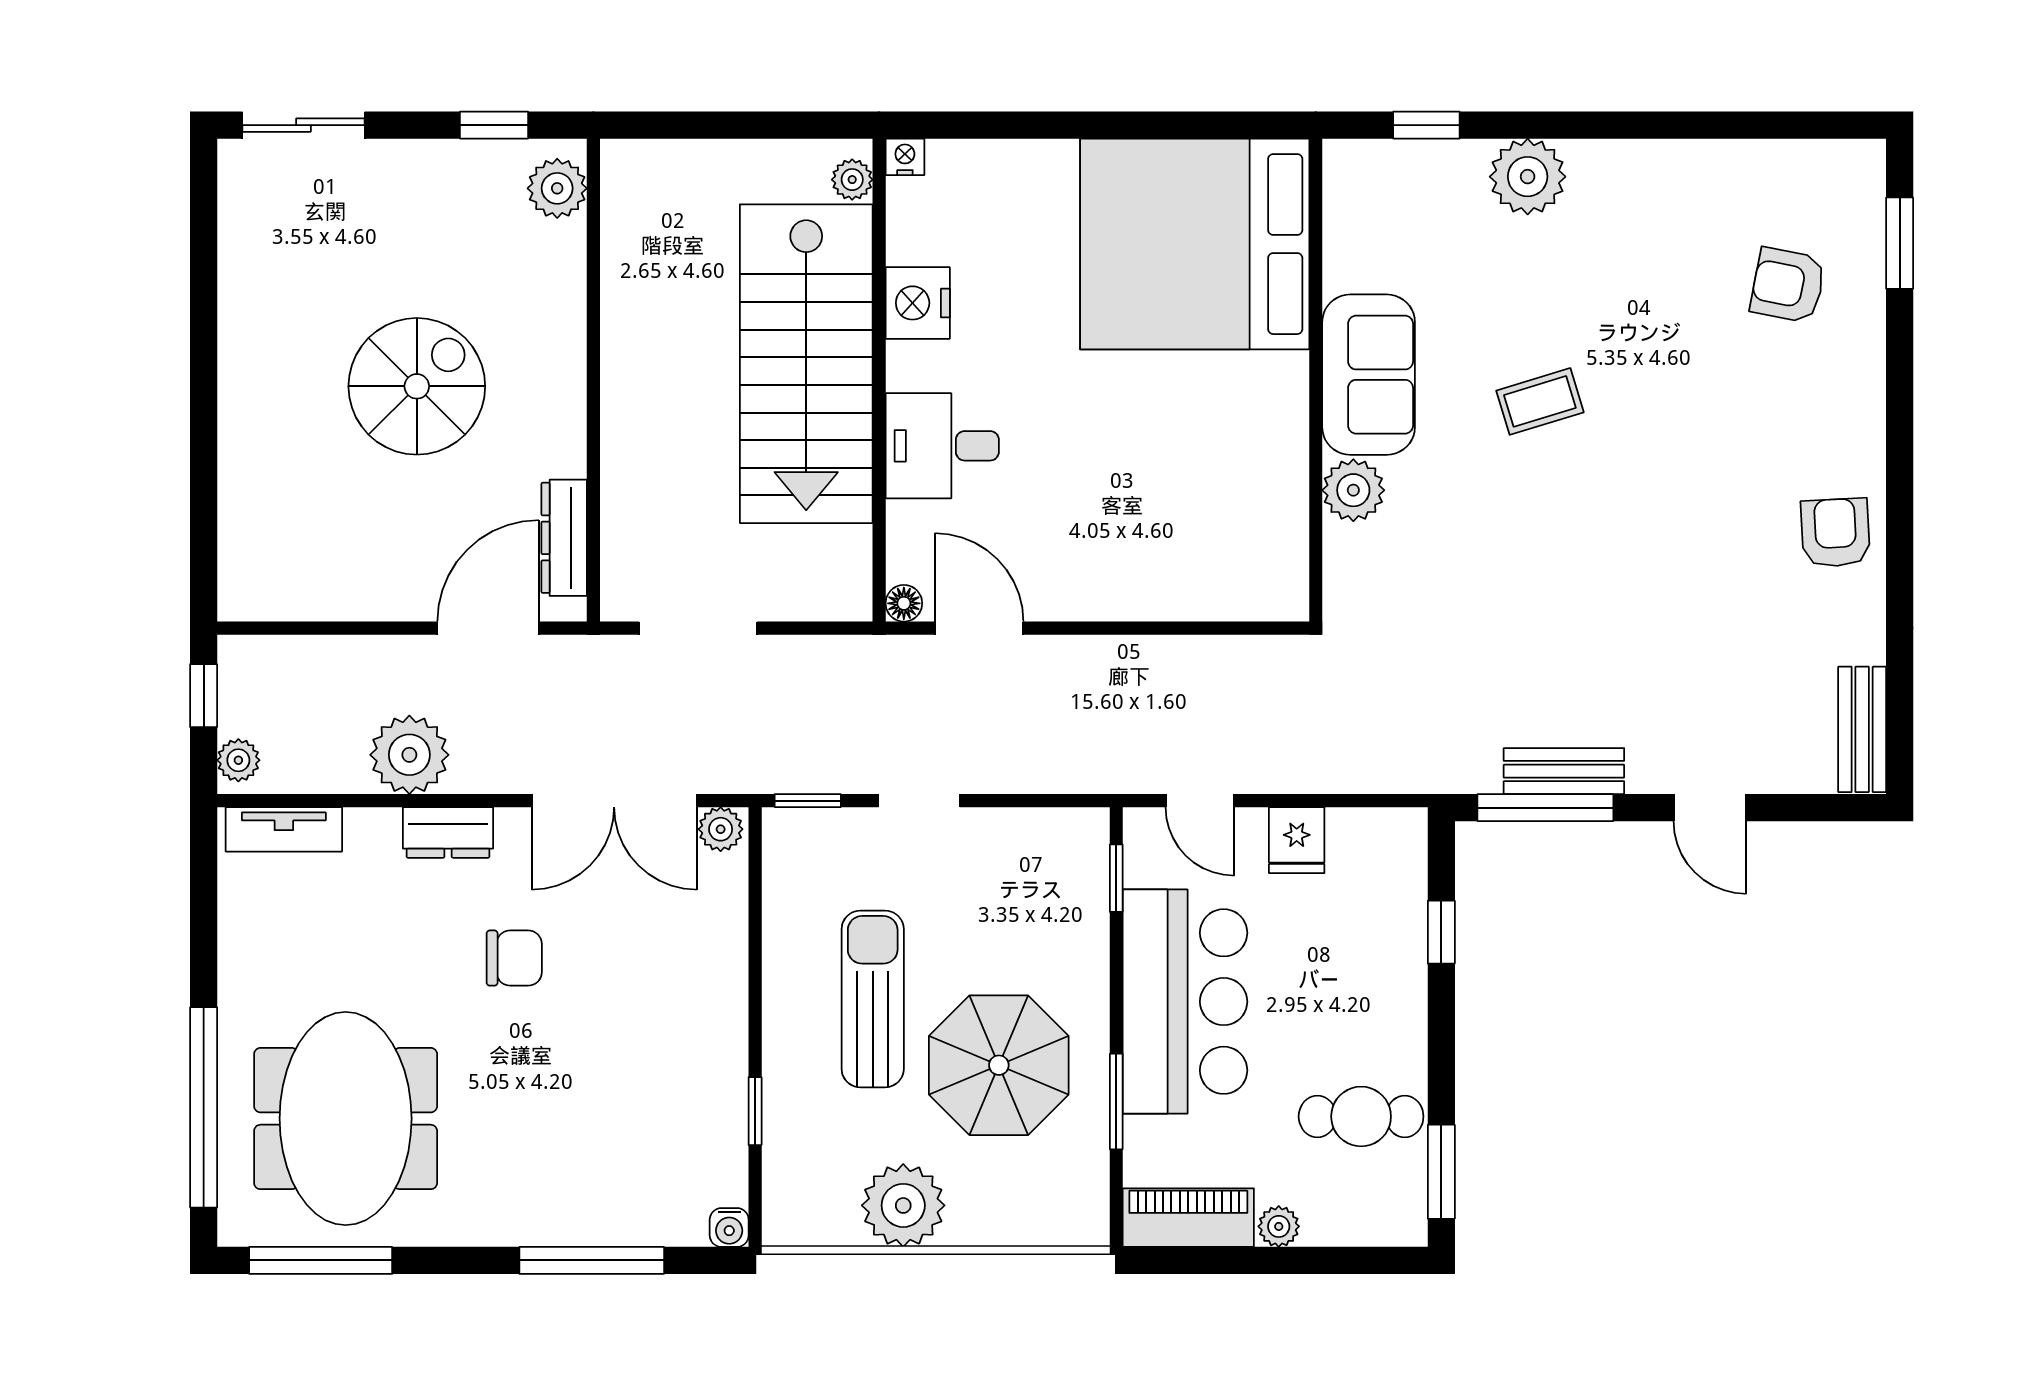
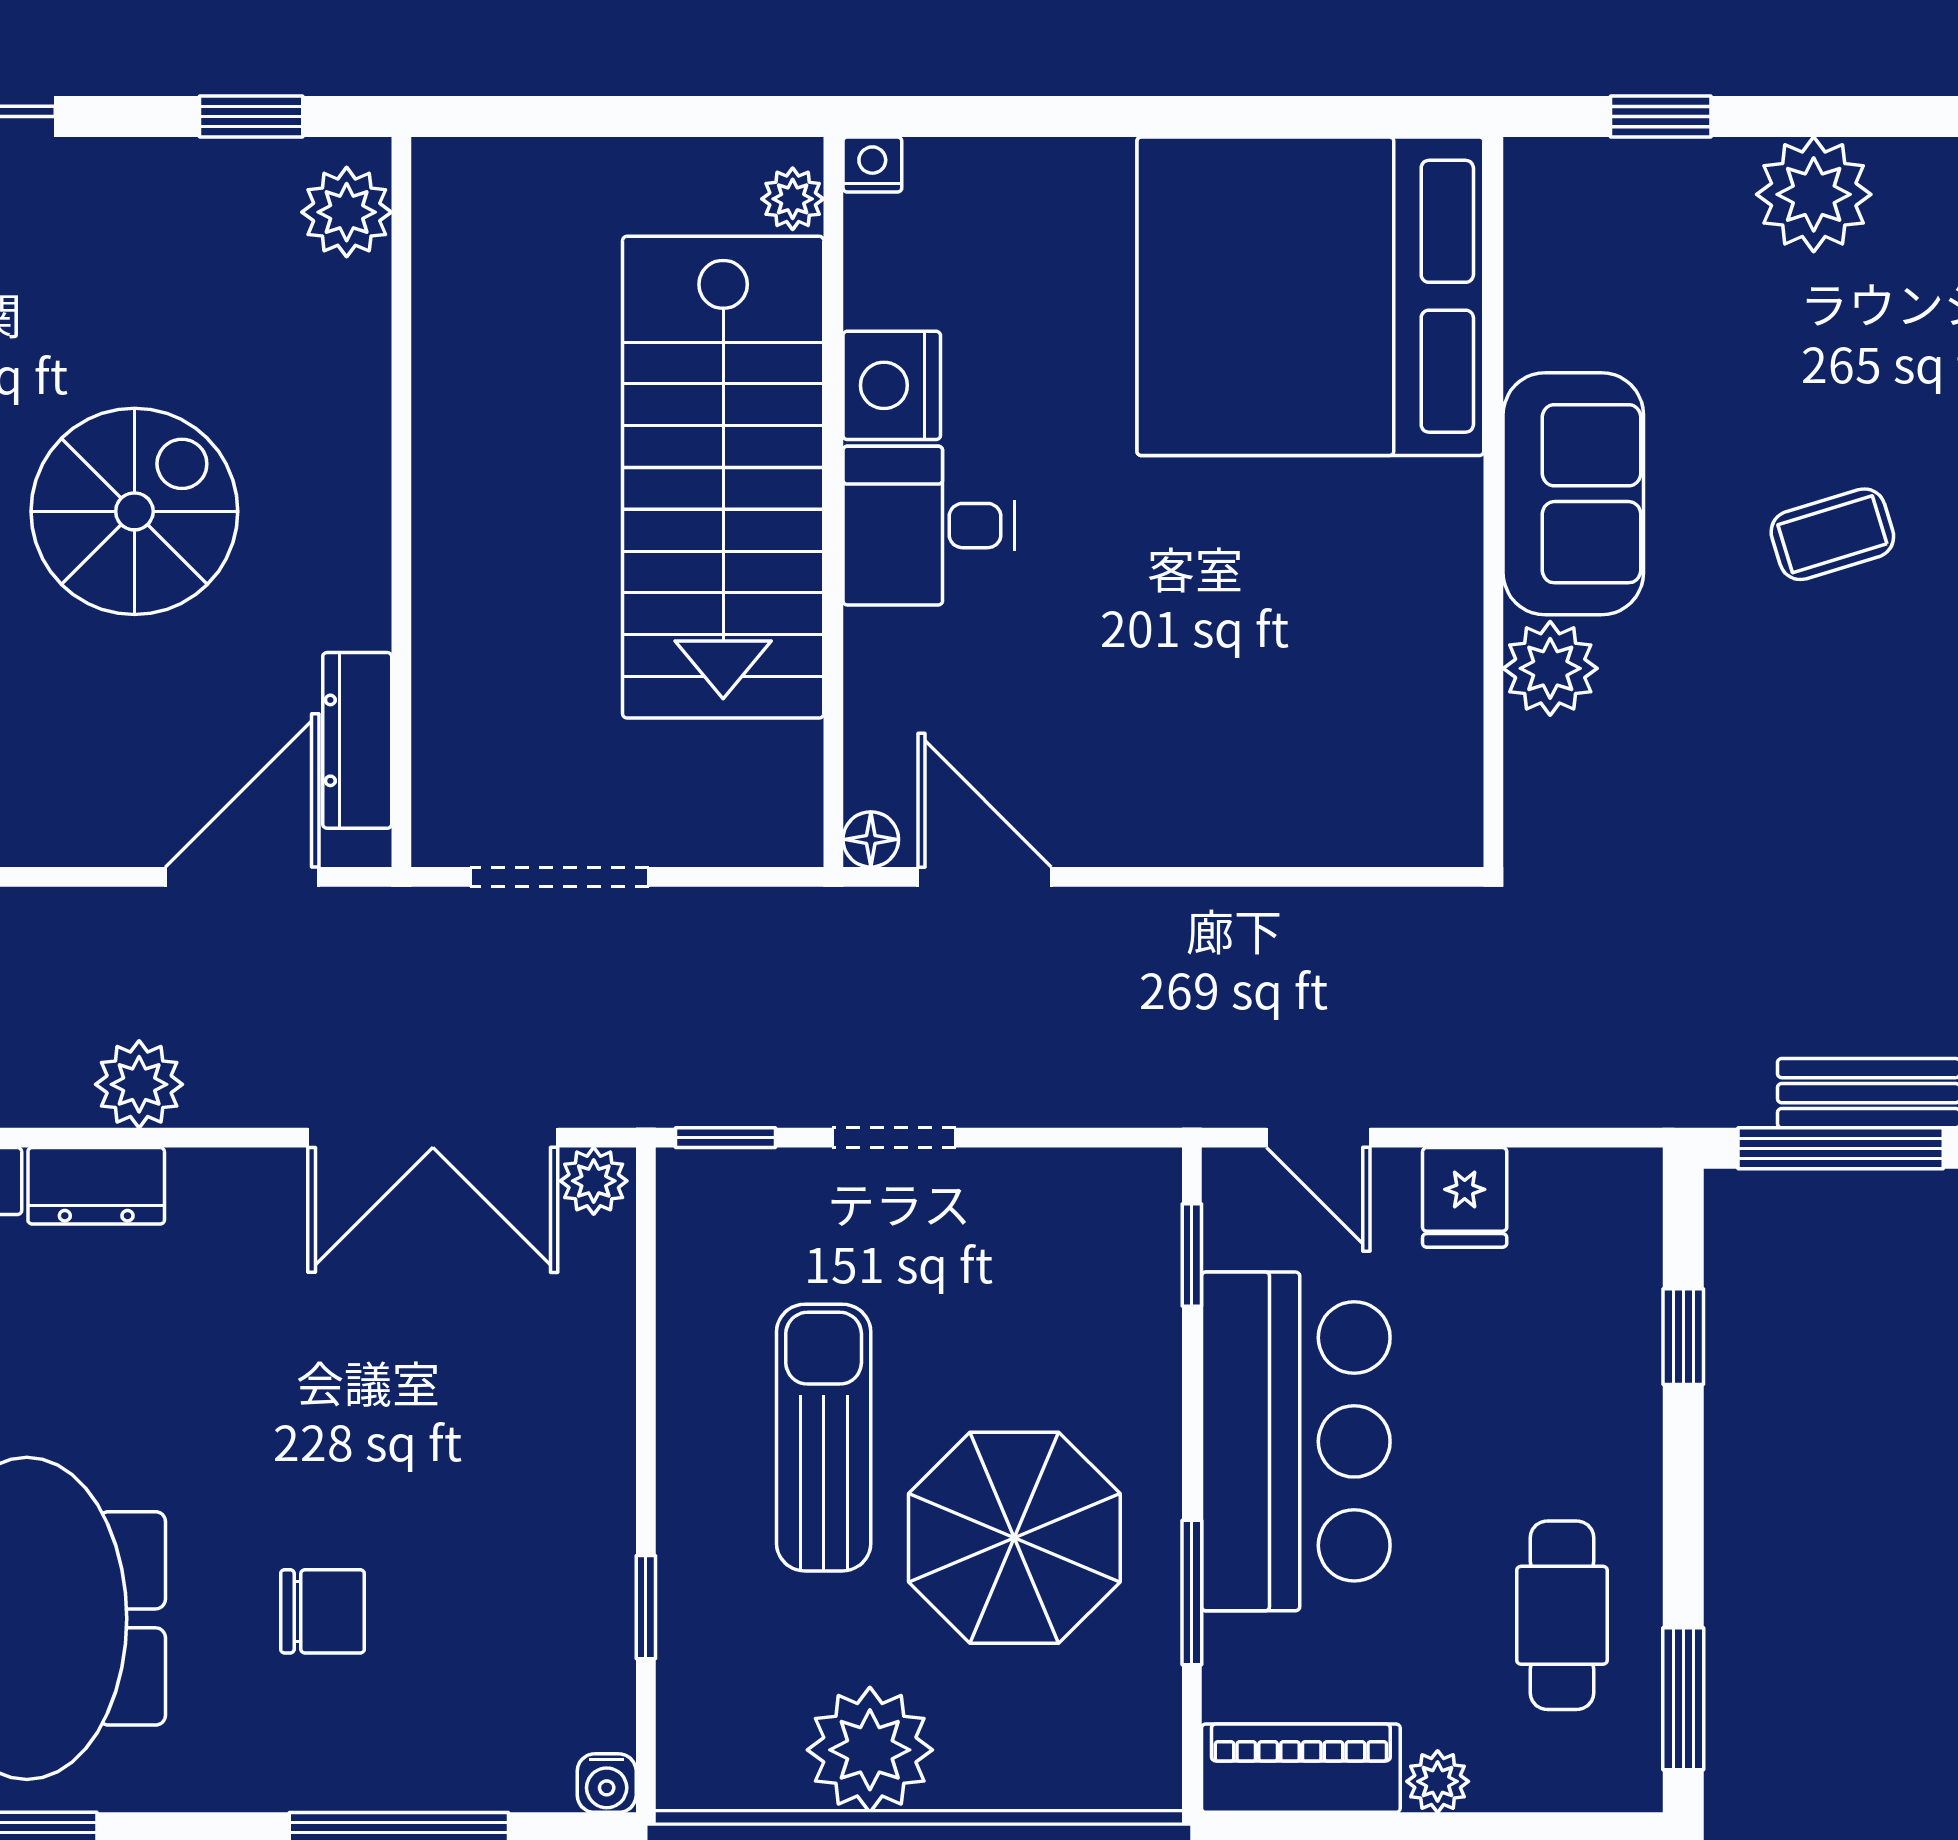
desk: (942, 446) -> (929, 526), moved
plant: (409, 755) -> (139, 1084), width x0.73, depth x0.73
dresser: (448, 832) -> (96, 1186), moved
chair: (514, 958) -> (323, 1611), moved
cafe table: (1361, 1116) -> (1562, 1615), turned 90

